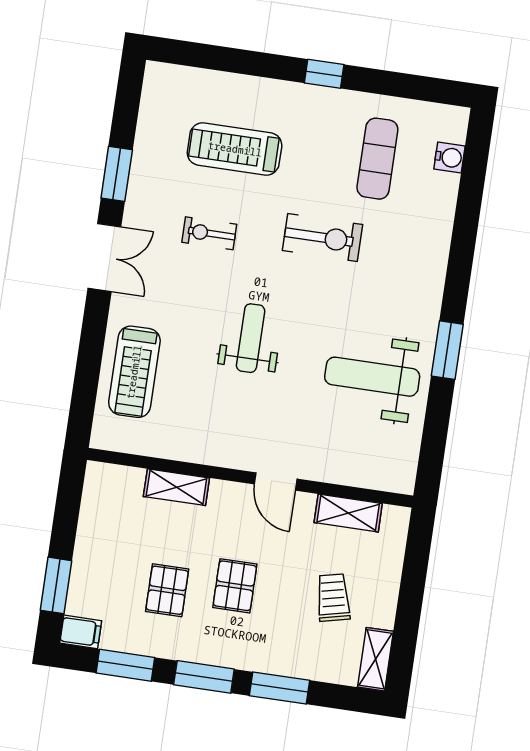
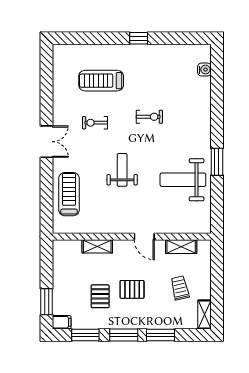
exercise mat: (377, 159) -> (170, 75), removed
window: (117, 174) -> (47, 101), removed
exercise bike: (323, 238) -> (149, 117), width x0.73, depth x0.72
treadmill: (134, 372) -> (69, 194), turned 180
pallet: (235, 586) -> (132, 289), turned 90

